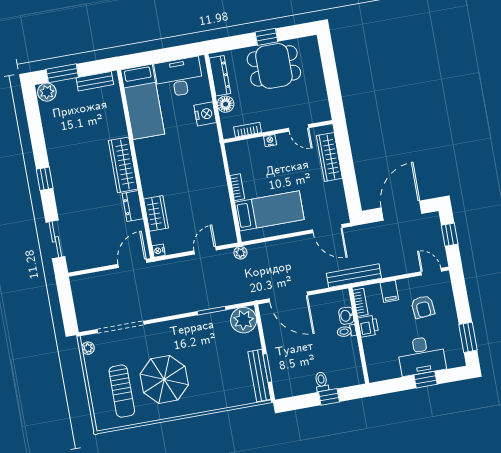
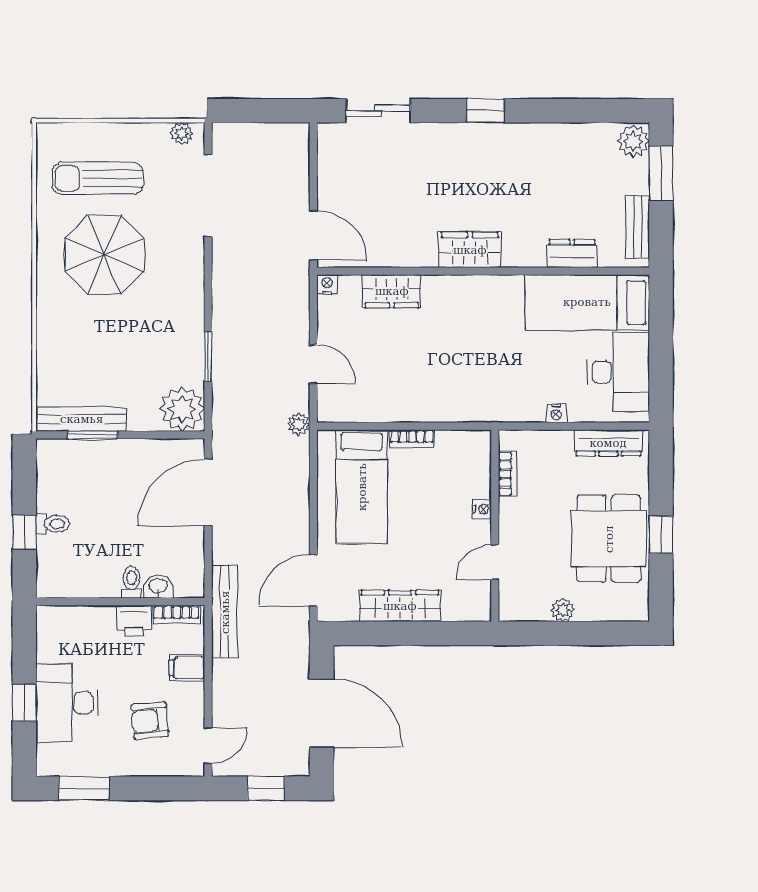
plant: (319, 85) -> (563, 610), added
floor lamp: (226, 104) -> (558, 444), removed
nightstand: (205, 114) -> (556, 413), width x0.53, depth x0.56
wardrobe: (329, 157) -> (400, 606), moved
wardrobe: (123, 165) -> (470, 250), width x0.67
dresser: (133, 206) -> (572, 253), moved

